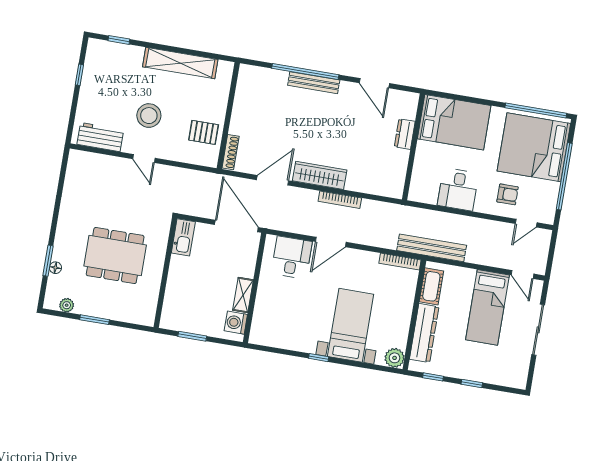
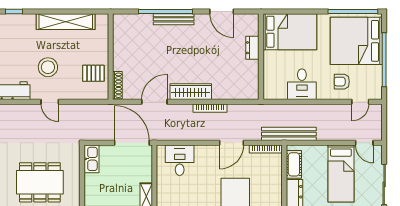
armchair: (508, 194) -> (342, 82), turned 180
door: (331, 242) -> (231, 143), moved

